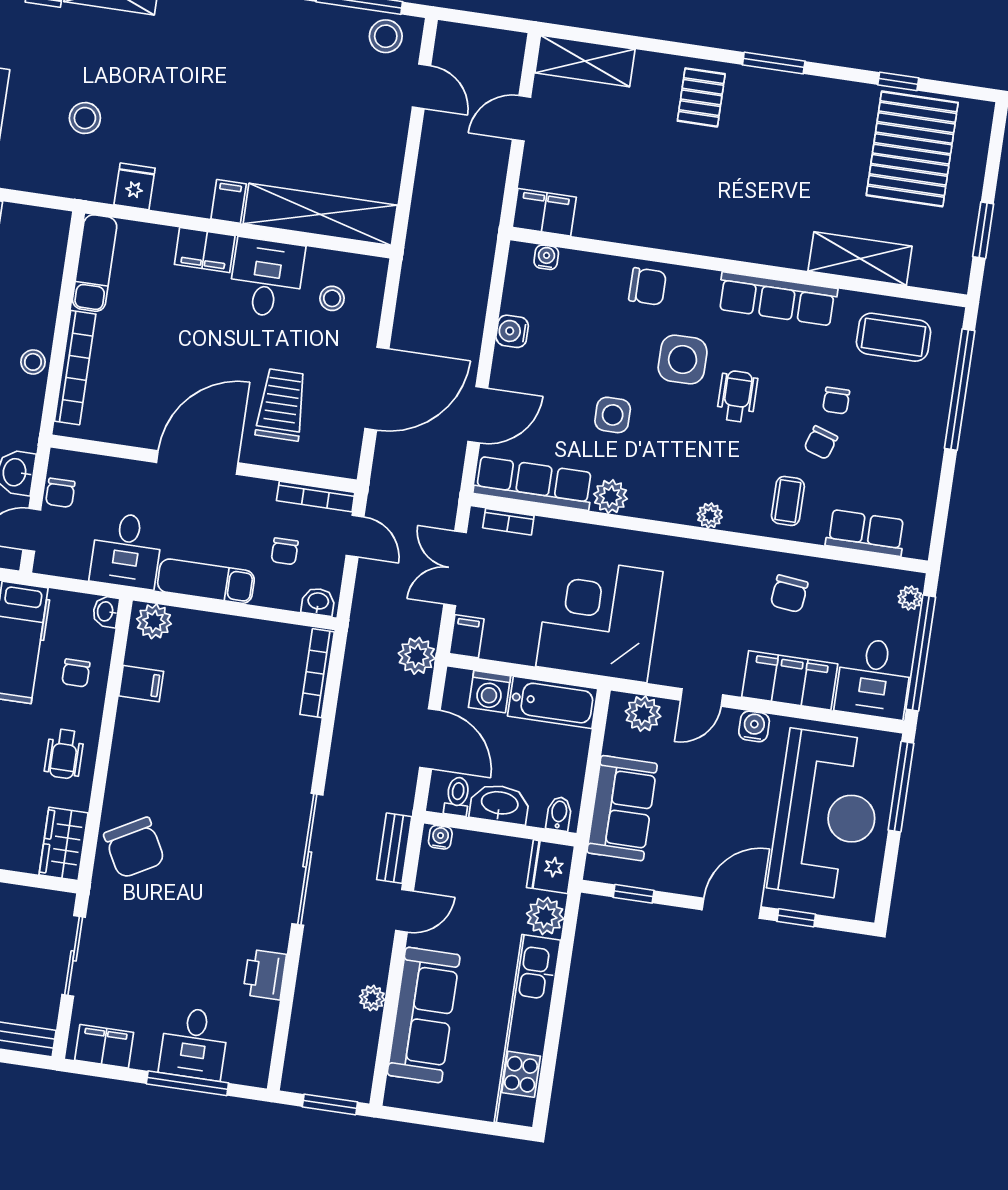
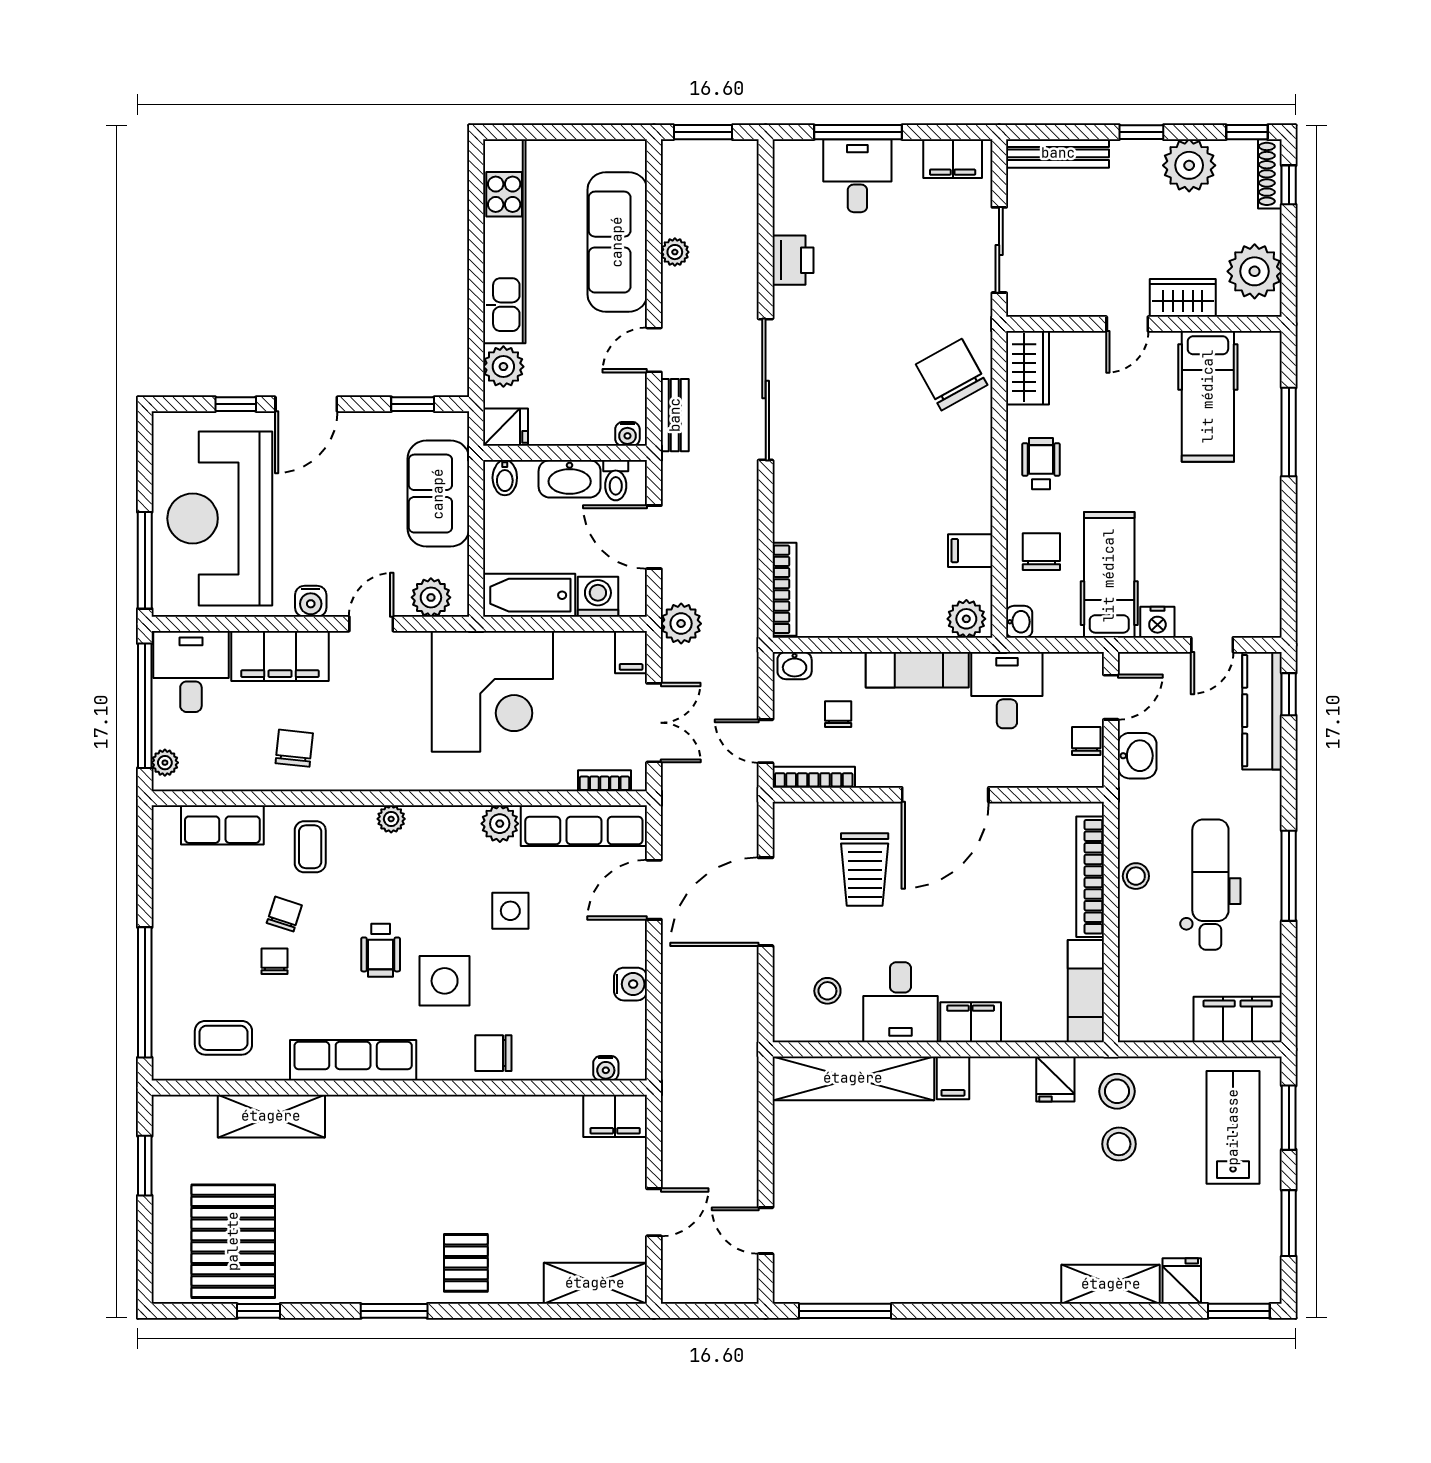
stool: (386, 36) -> (1117, 1091), moved
coffee table: (894, 337) -> (223, 1038), width x0.73, depth x0.77
chair: (76, 673) -> (1041, 552), width x1.37, depth x1.37
fridge: (550, 867) -> (505, 427), width x0.72

